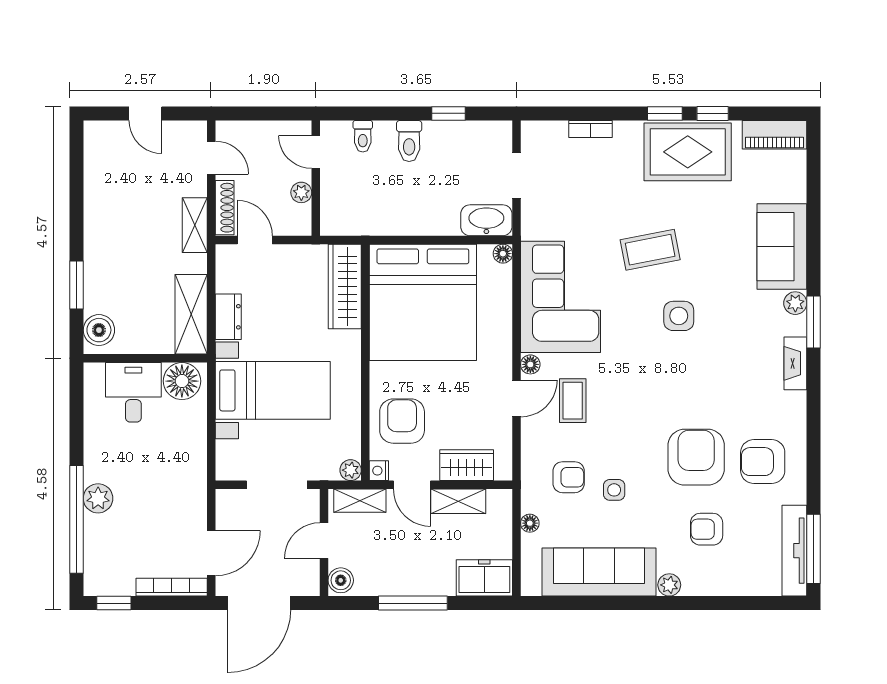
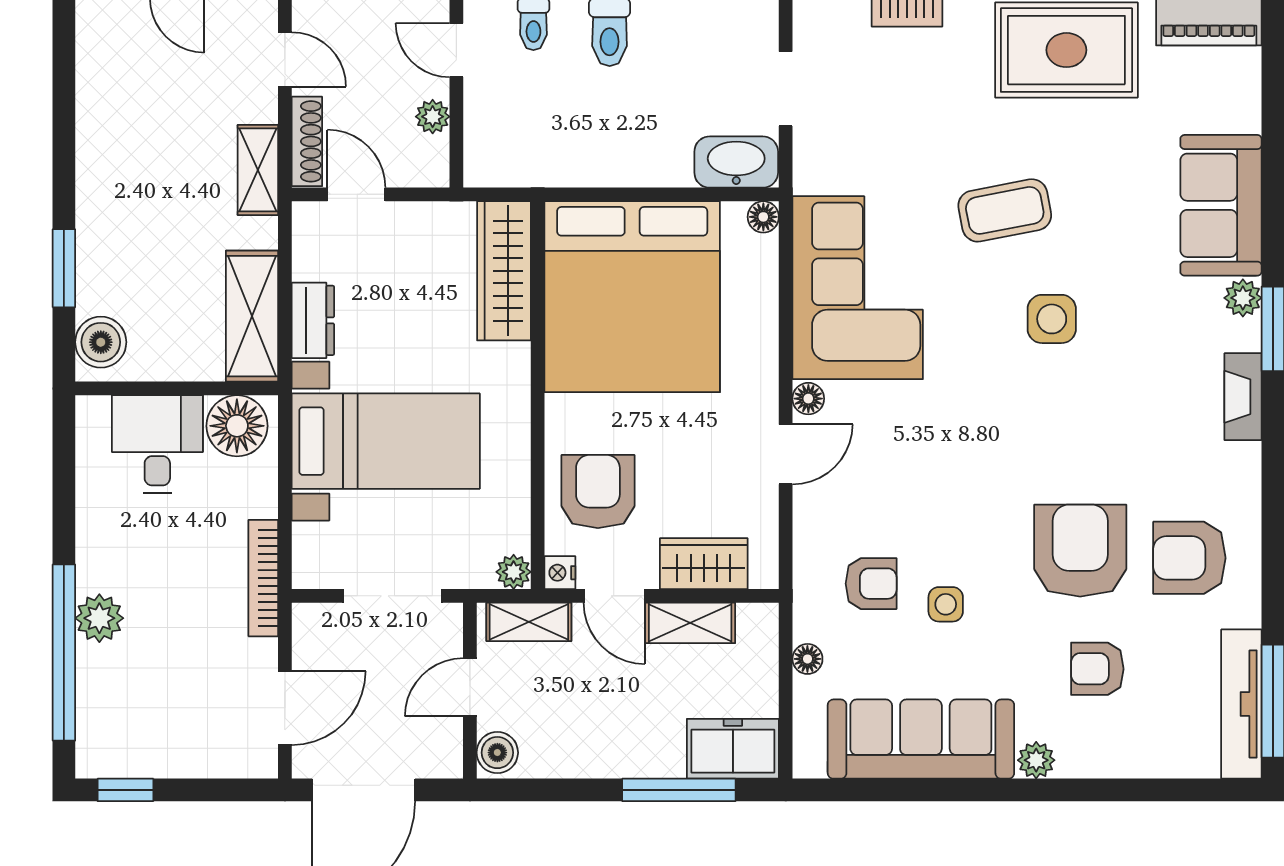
coffee table: (573, 401) -> (878, 458), removed
bookcase: (172, 587) -> (263, 578), moved, turned -90
window: (413, 603) -> (679, 790), moved

